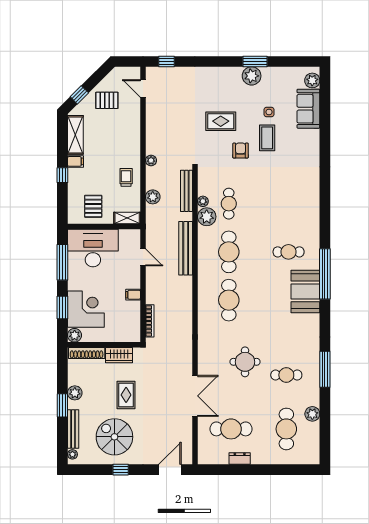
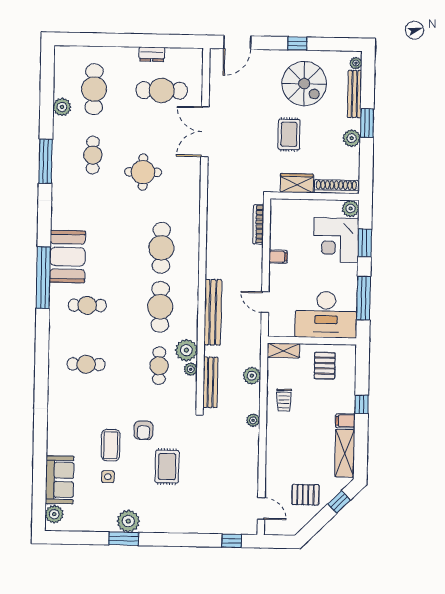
rug: (221, 121) -> (167, 467), turned 90
cafe table: (289, 204) -> (86, 364), added
cafe table: (286, 375) -> (93, 155), turned 90

